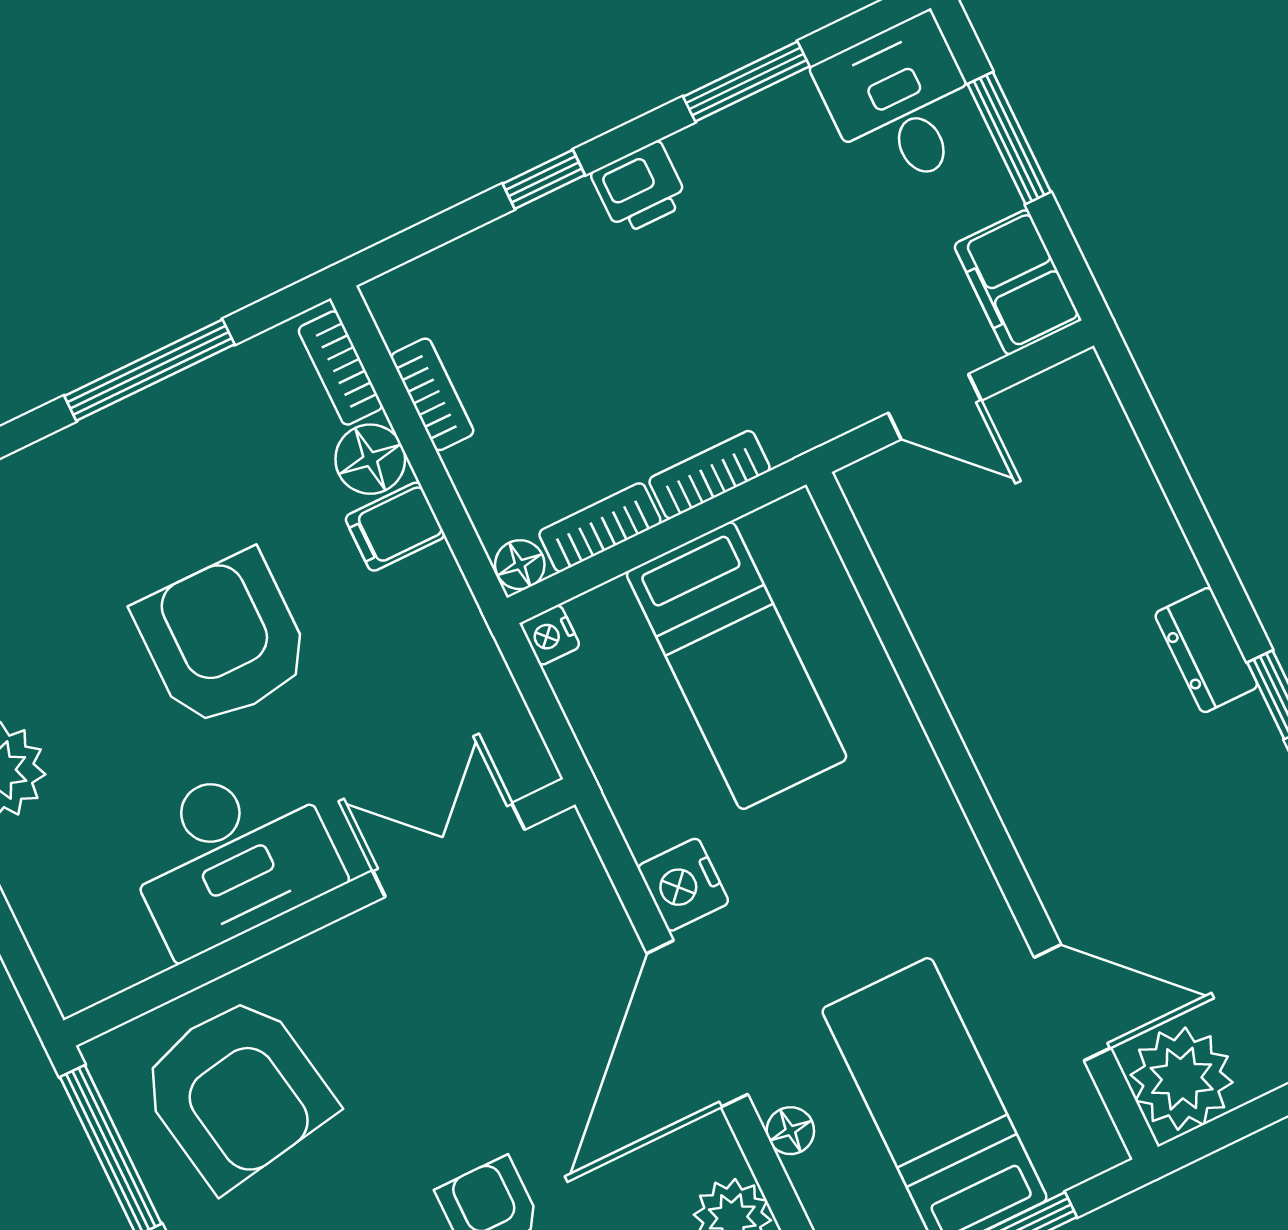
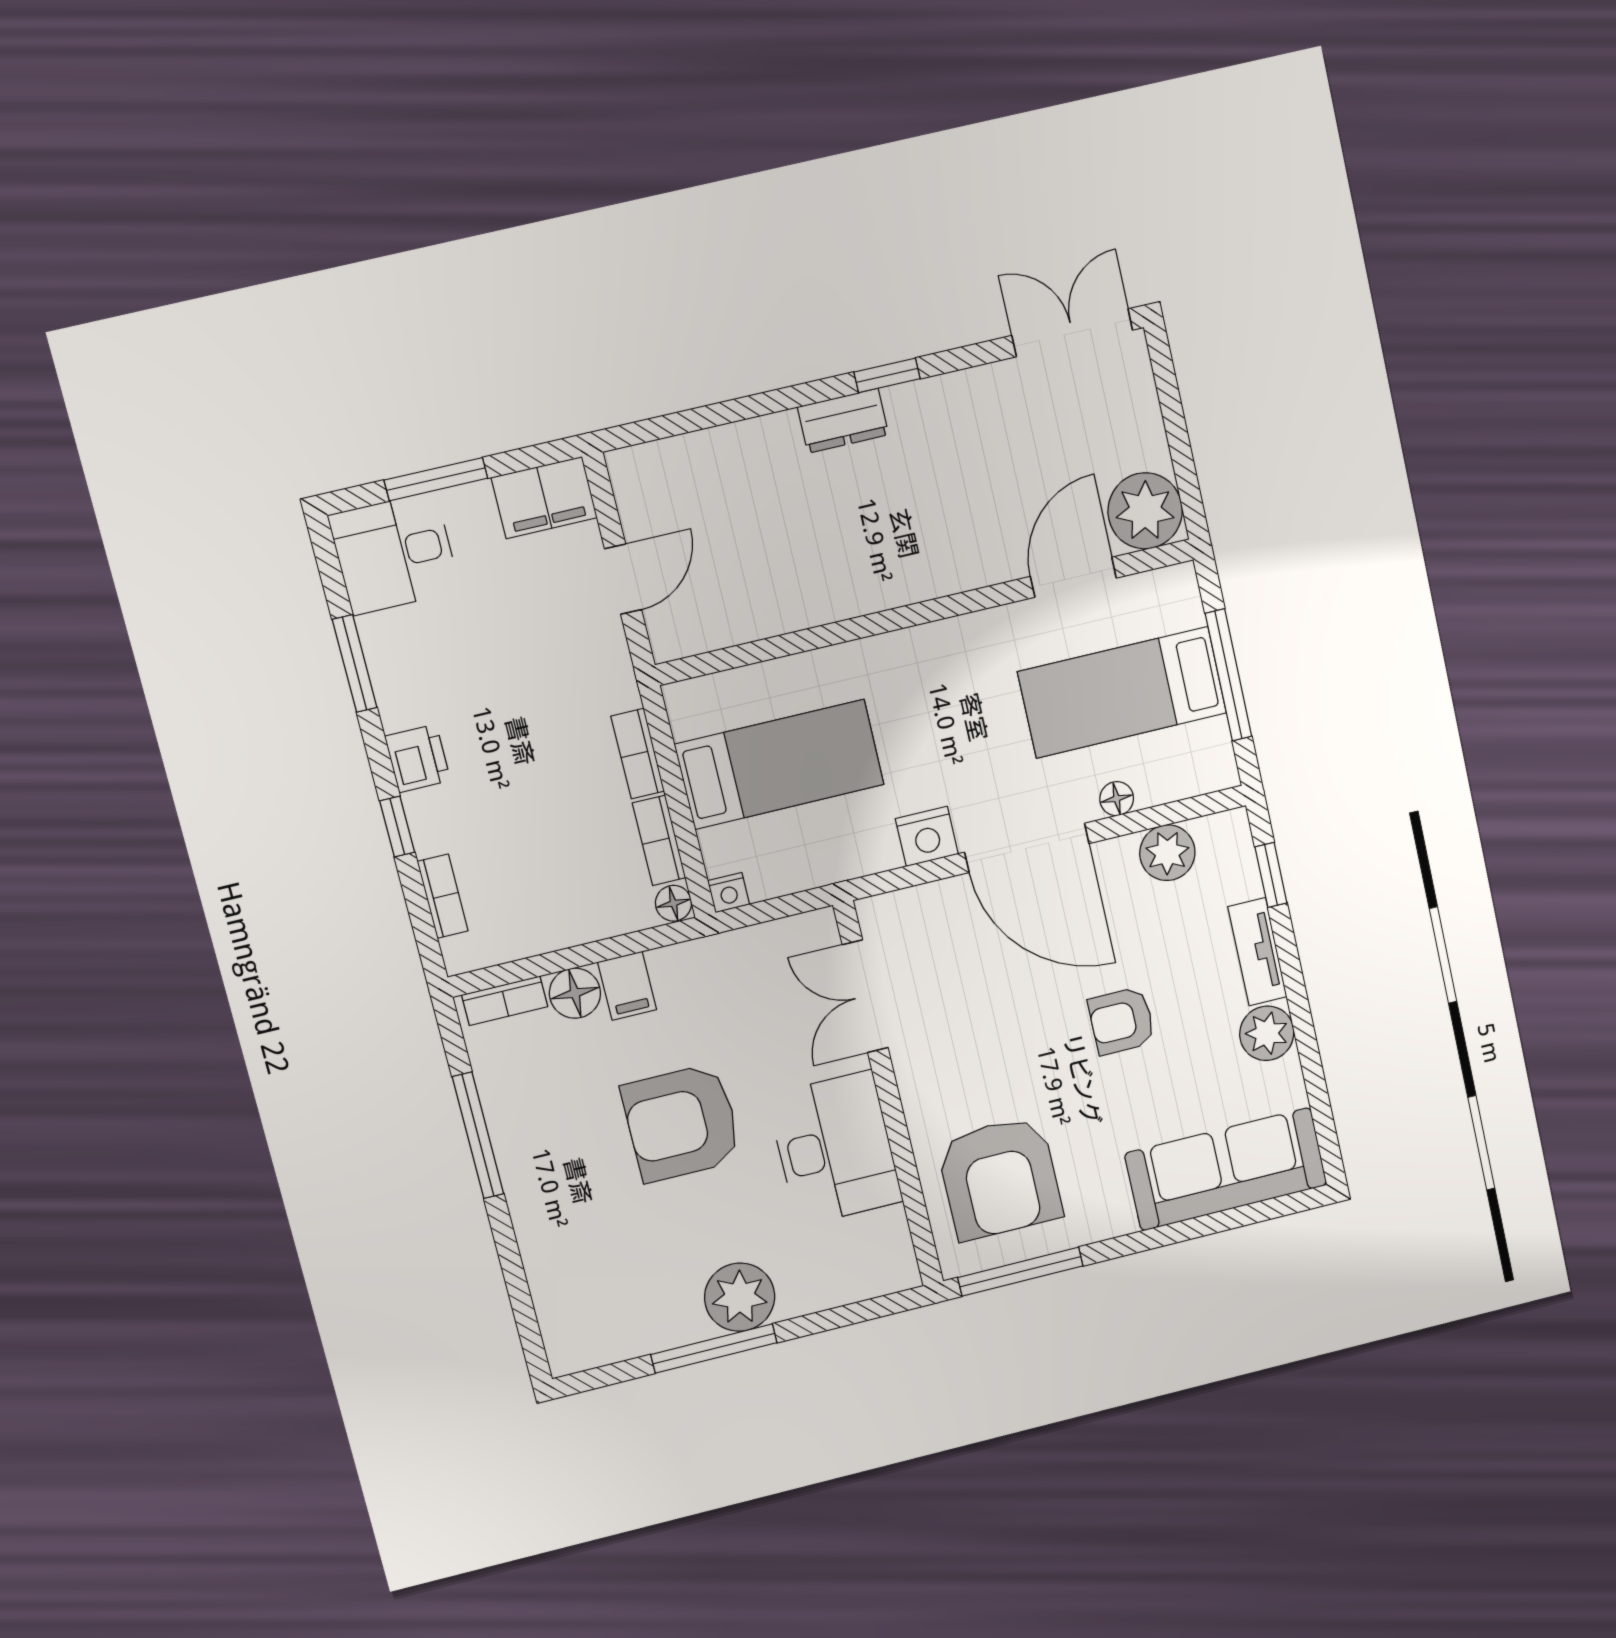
bookcase: (432, 394) -> (443, 896), moved, turned 90
armchair: (236, 1091) -> (1000, 1178), turned 100

